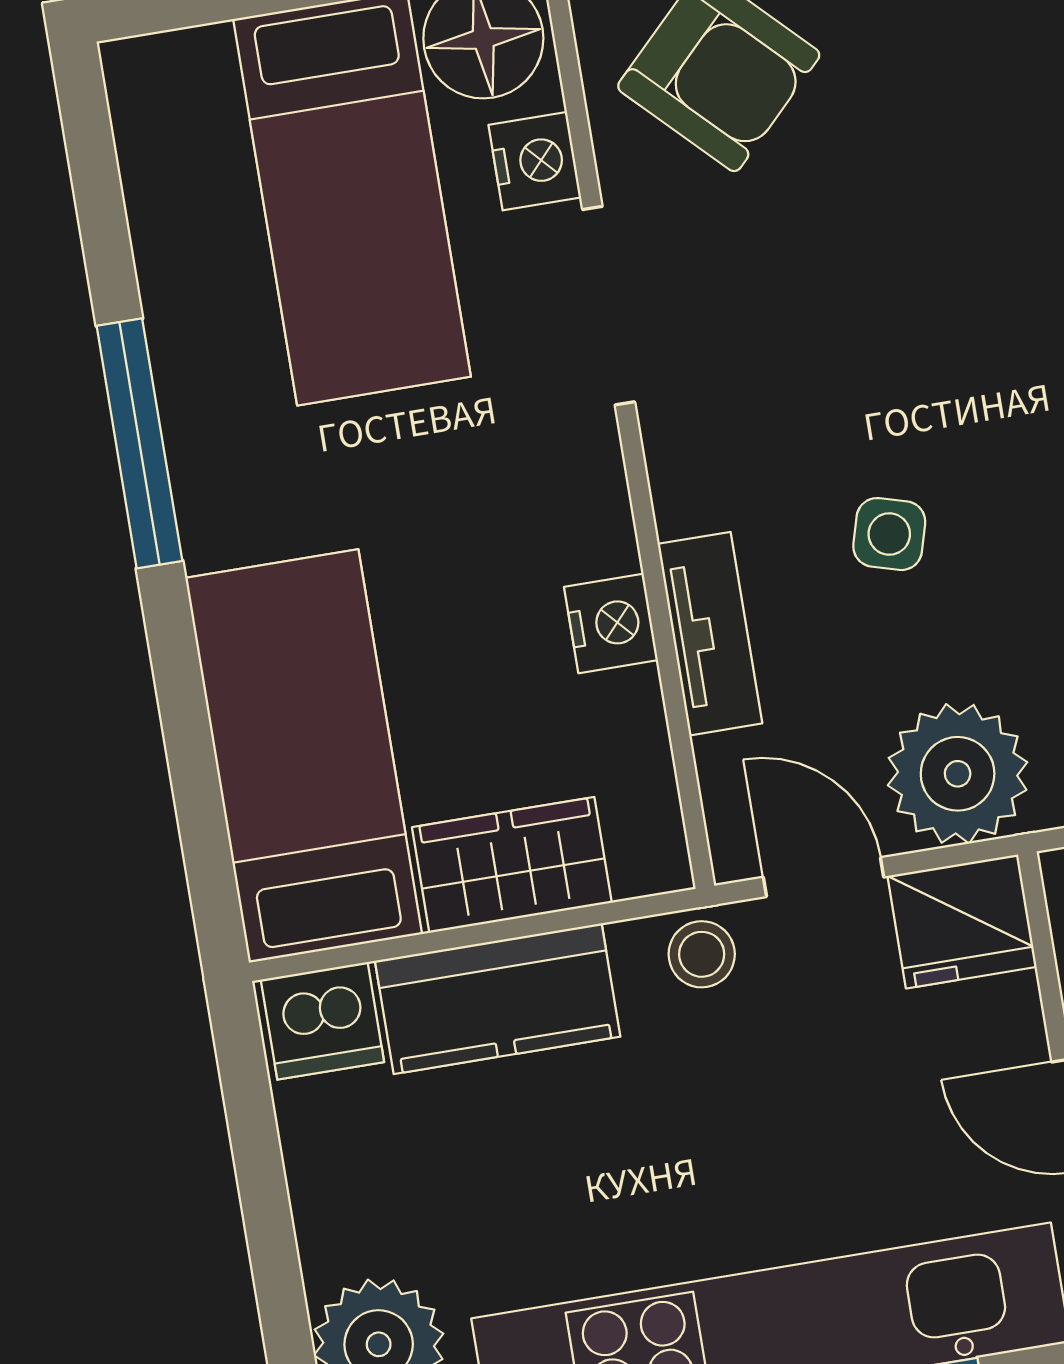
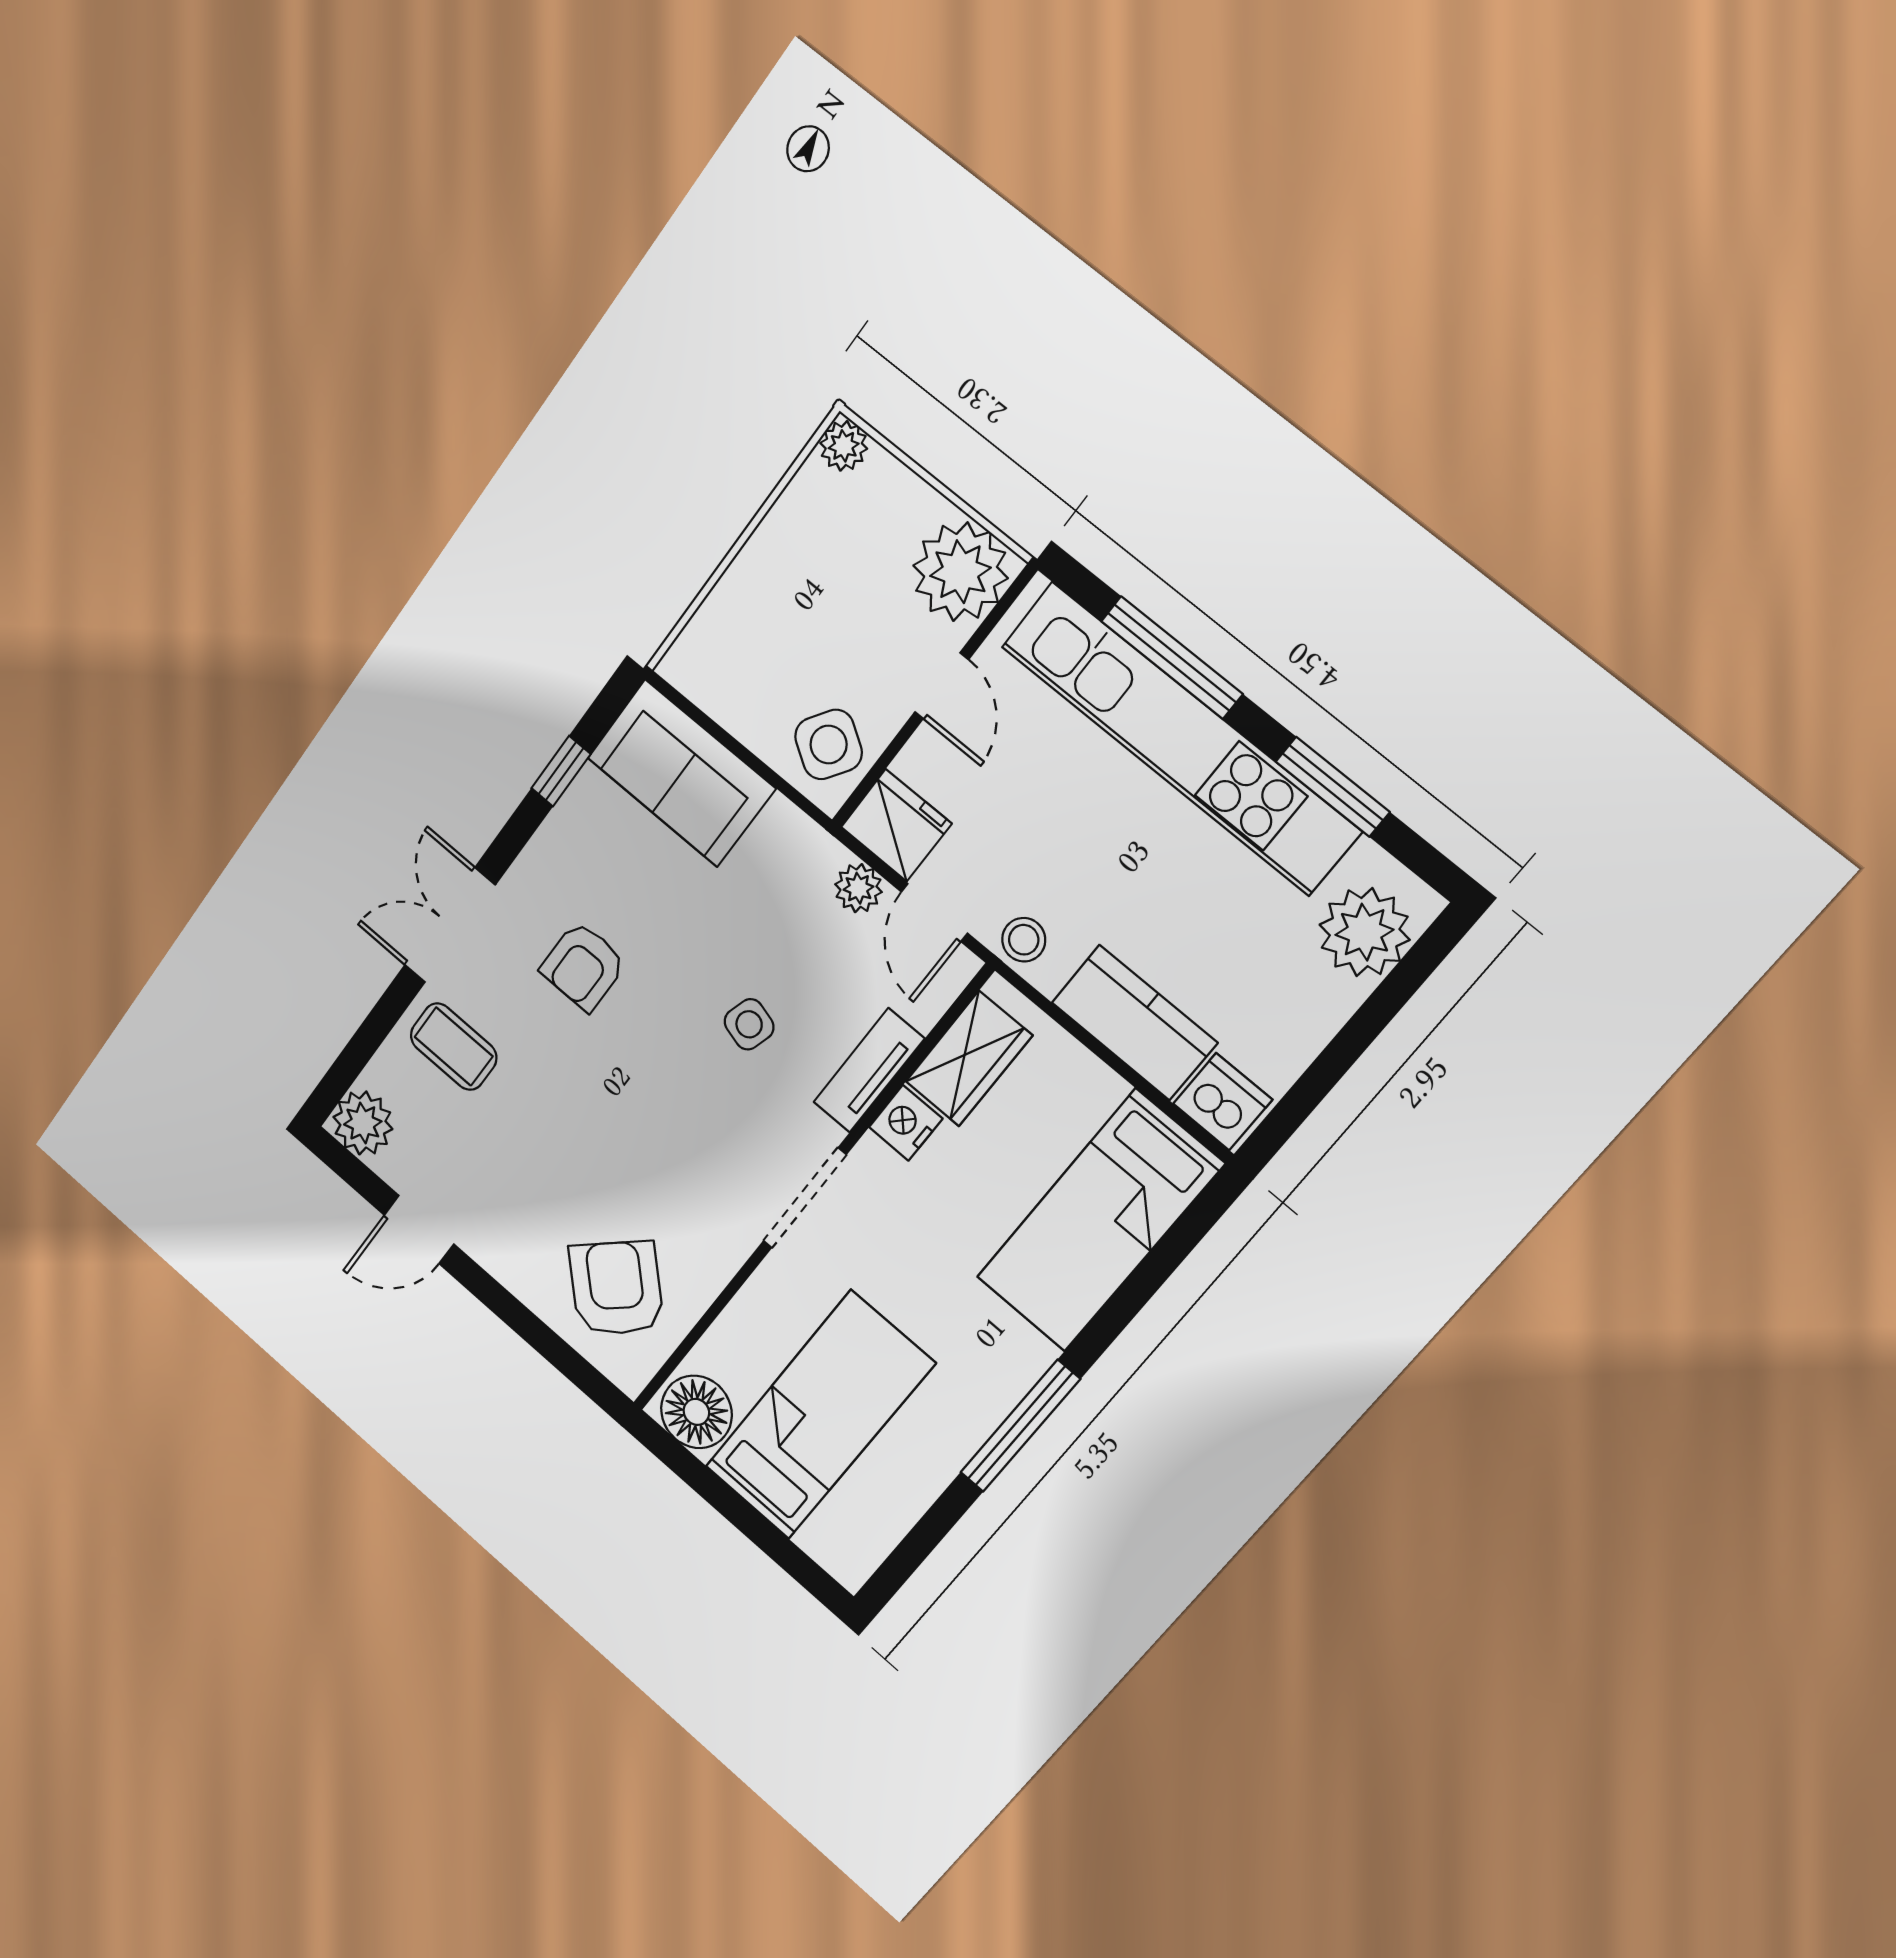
nightstand: (535, 161) -> (729, 1341), removed
doorway: (609, 306) -> (805, 1198), moved
plant: (958, 774) -> (858, 888), width x0.53, depth x0.53
wardrobe: (512, 865) -> (969, 1059), moved, turned -90

